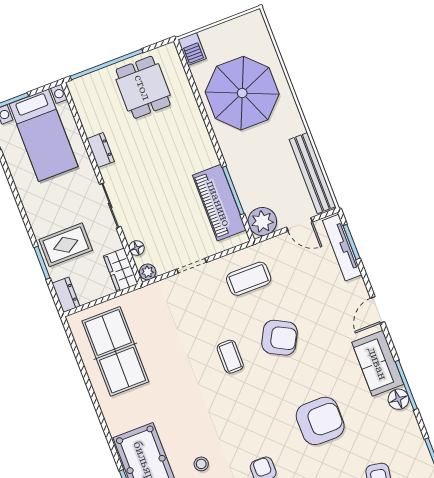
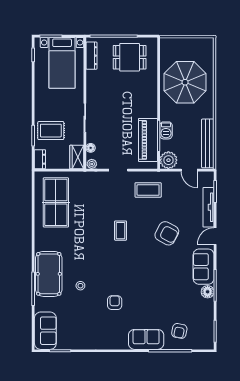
barbecue: (192, 49) -> (166, 130), moved
dining table: (143, 87) -> (130, 57), turned 90
dresser: (101, 150) -> (91, 56), moved, width x1.44
tv unit: (342, 248) -> (208, 207), moved
armchair: (279, 338) -> (167, 233), moved
armchair: (320, 421) -> (158, 287), removed

